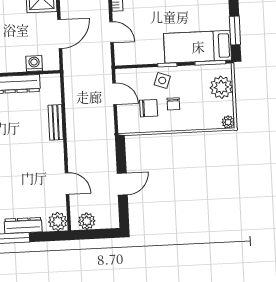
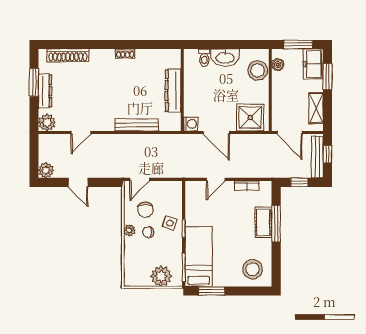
washing machine: (34, 64) -> (191, 124), moved
door: (115, 94) -> (140, 179), moved
bench: (56, 122) -> (137, 125), width x1.36
plant: (228, 122) -> (129, 230), moved
plant: (87, 221) -> (46, 170), moved

